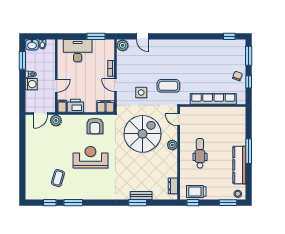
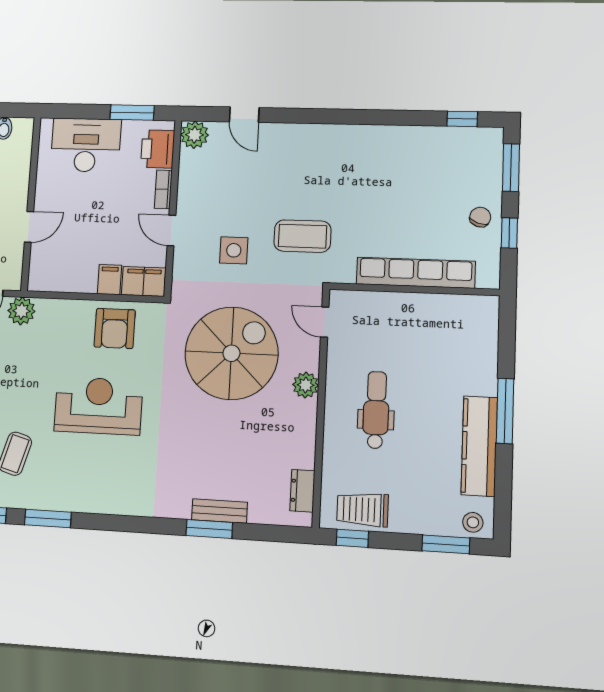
filing cabinet: (62, 106) -> (109, 280), moved
printer: (75, 106) -> (158, 149), moved, turned -90

